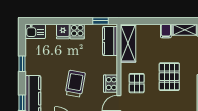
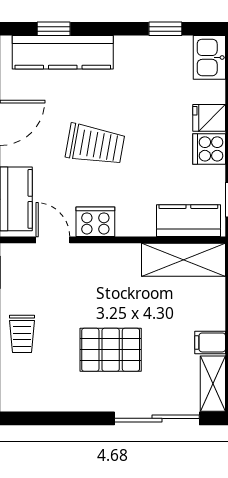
window: (22, 64) -> (165, 29), moved
pallet: (137, 83) -> (97, 279), removed

